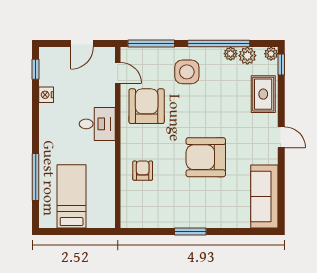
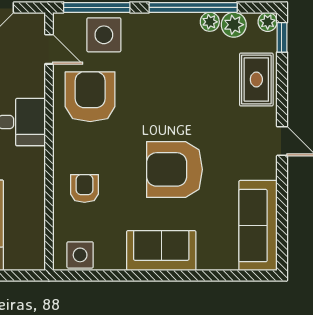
side table: (187, 72) -> (104, 35), moved
sofa: (197, 214) -> (161, 251), added
side table: (140, 217) -> (80, 255), added
window: (190, 232) -> (152, 276), removed

